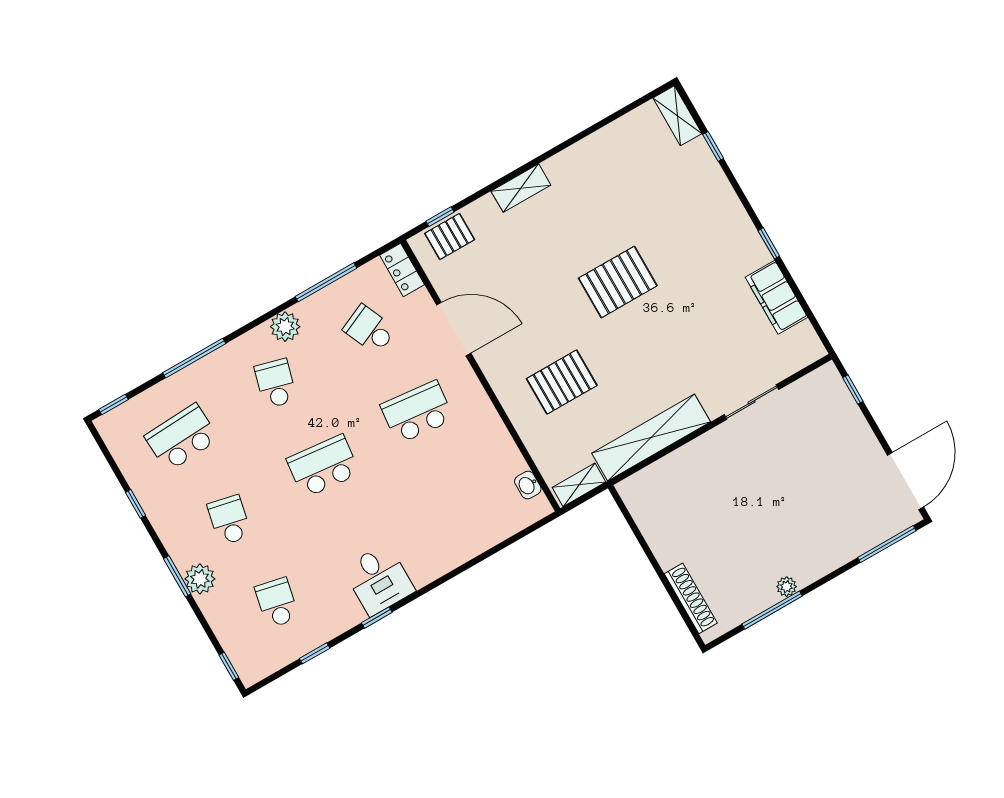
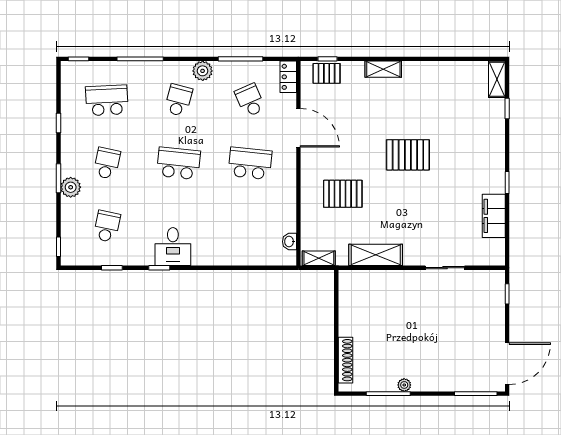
shelving: (651, 437) -> (376, 255), width x0.68

